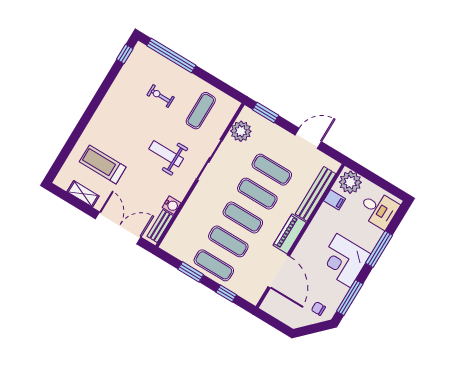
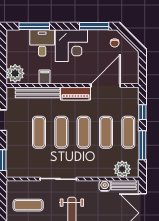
plant: (241, 131) -> (122, 169), moved
filing cabinet: (334, 200) -> (45, 77), moved
desk: (379, 209) -> (42, 43), moved
window: (379, 249) -> (34, 26), moved
window: (191, 272) -> (142, 145), width x1.44

